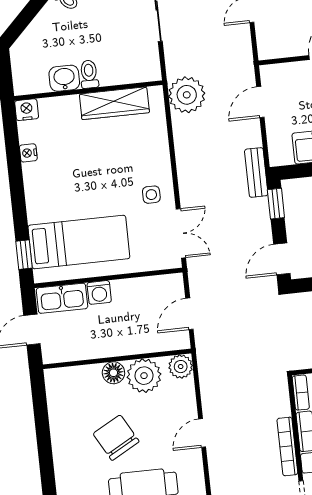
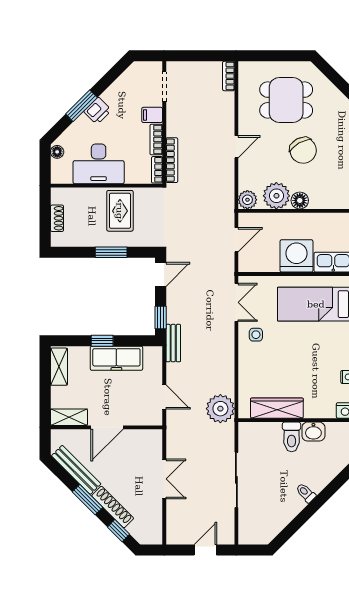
toilet: (89, 74) -> (292, 437), width x1.37, depth x1.39
door: (260, 102) -> (164, 397), hinge flipped
double door: (181, 233) -> (236, 302), swing flipped
washing machine: (99, 292) -> (296, 256), width x1.89, depth x1.89
bookcase: (287, 446) -> (172, 160), moved

